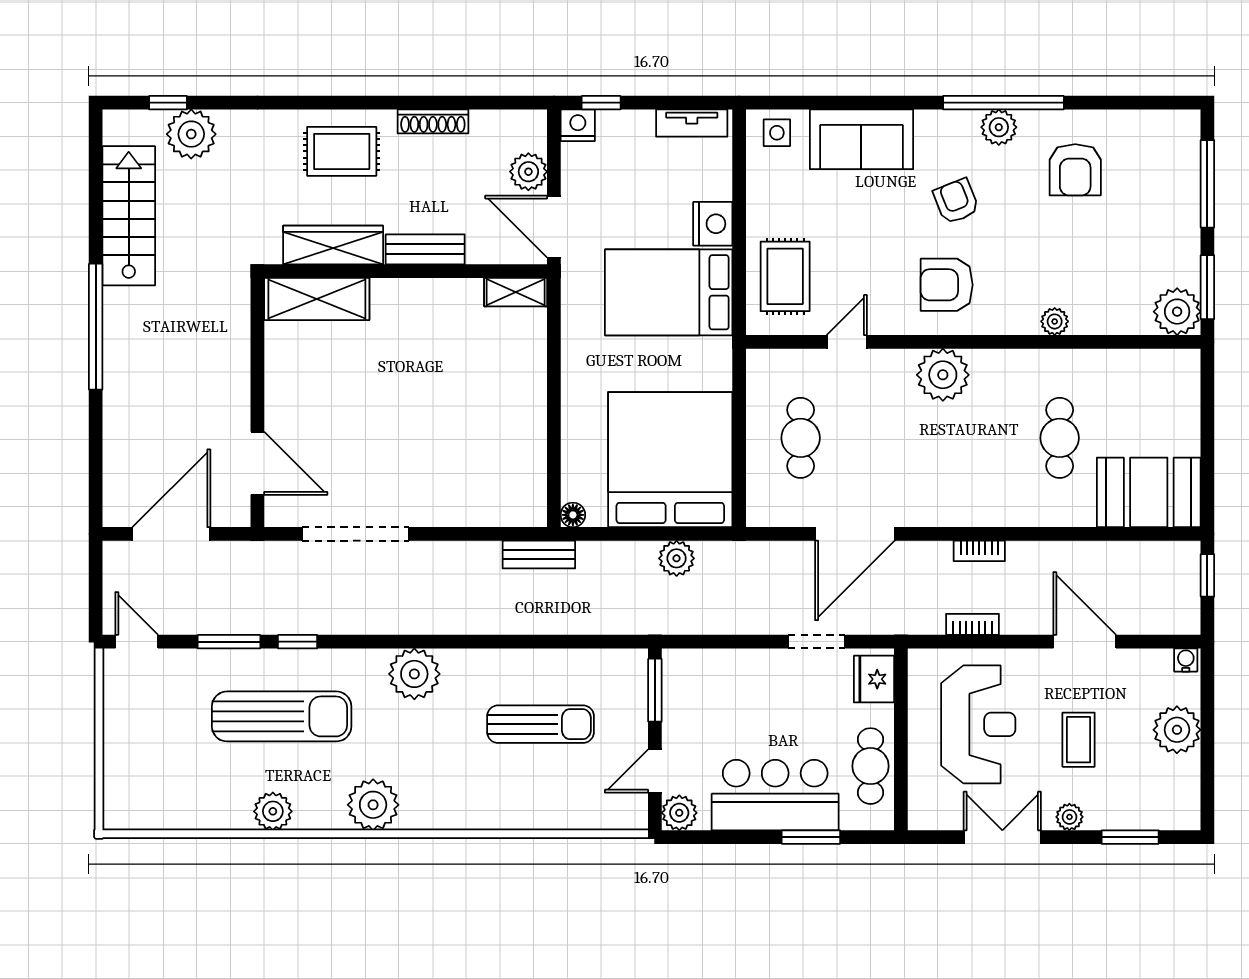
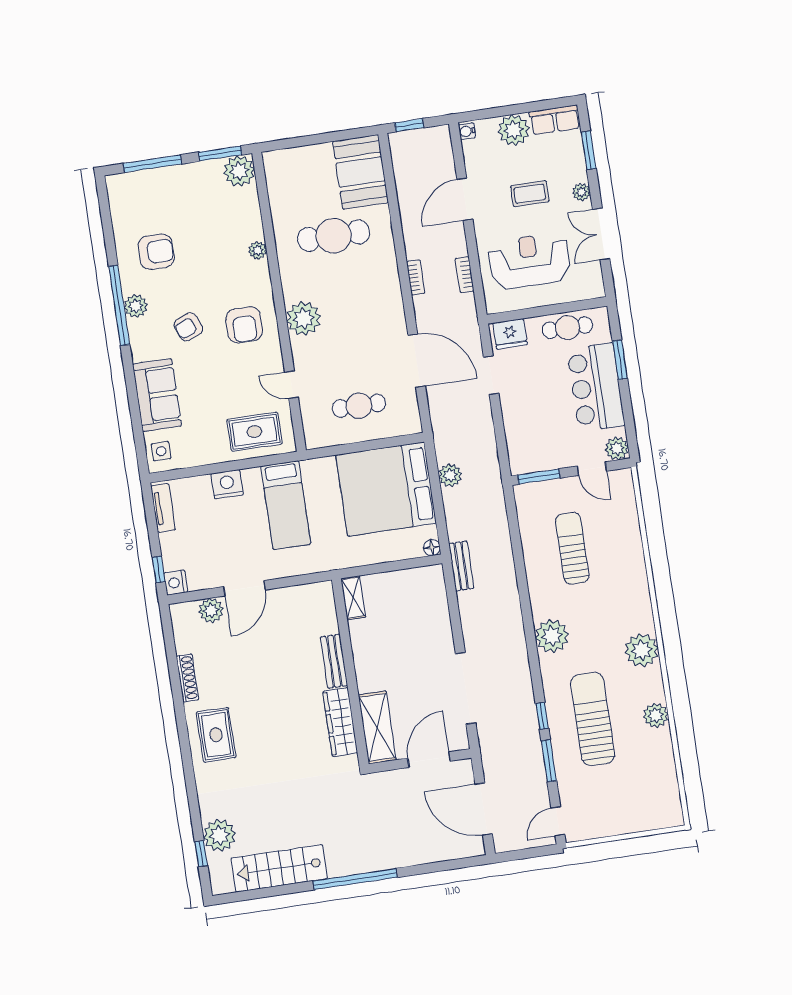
wardrobe: (333, 245) -> (340, 722), moved
bench: (425, 249) -> (334, 661), moved
wall: (406, 271) -> (350, 672), moved
shelving: (516, 292) -> (353, 598), moved
bed: (669, 292) -> (286, 505), width x0.67
shelving: (317, 299) -> (377, 727), moved
cafe table: (1060, 438) -> (334, 236), width x1.37, depth x1.35
row of seats: (1183, 793) -> (555, 120), added

